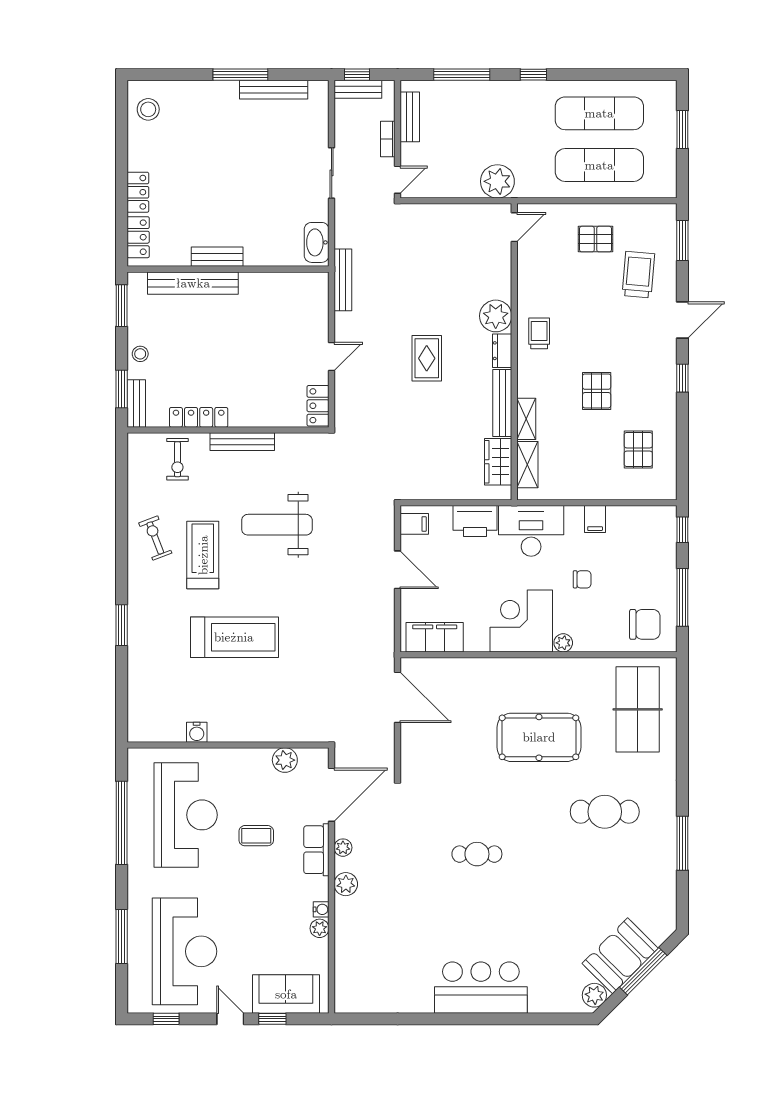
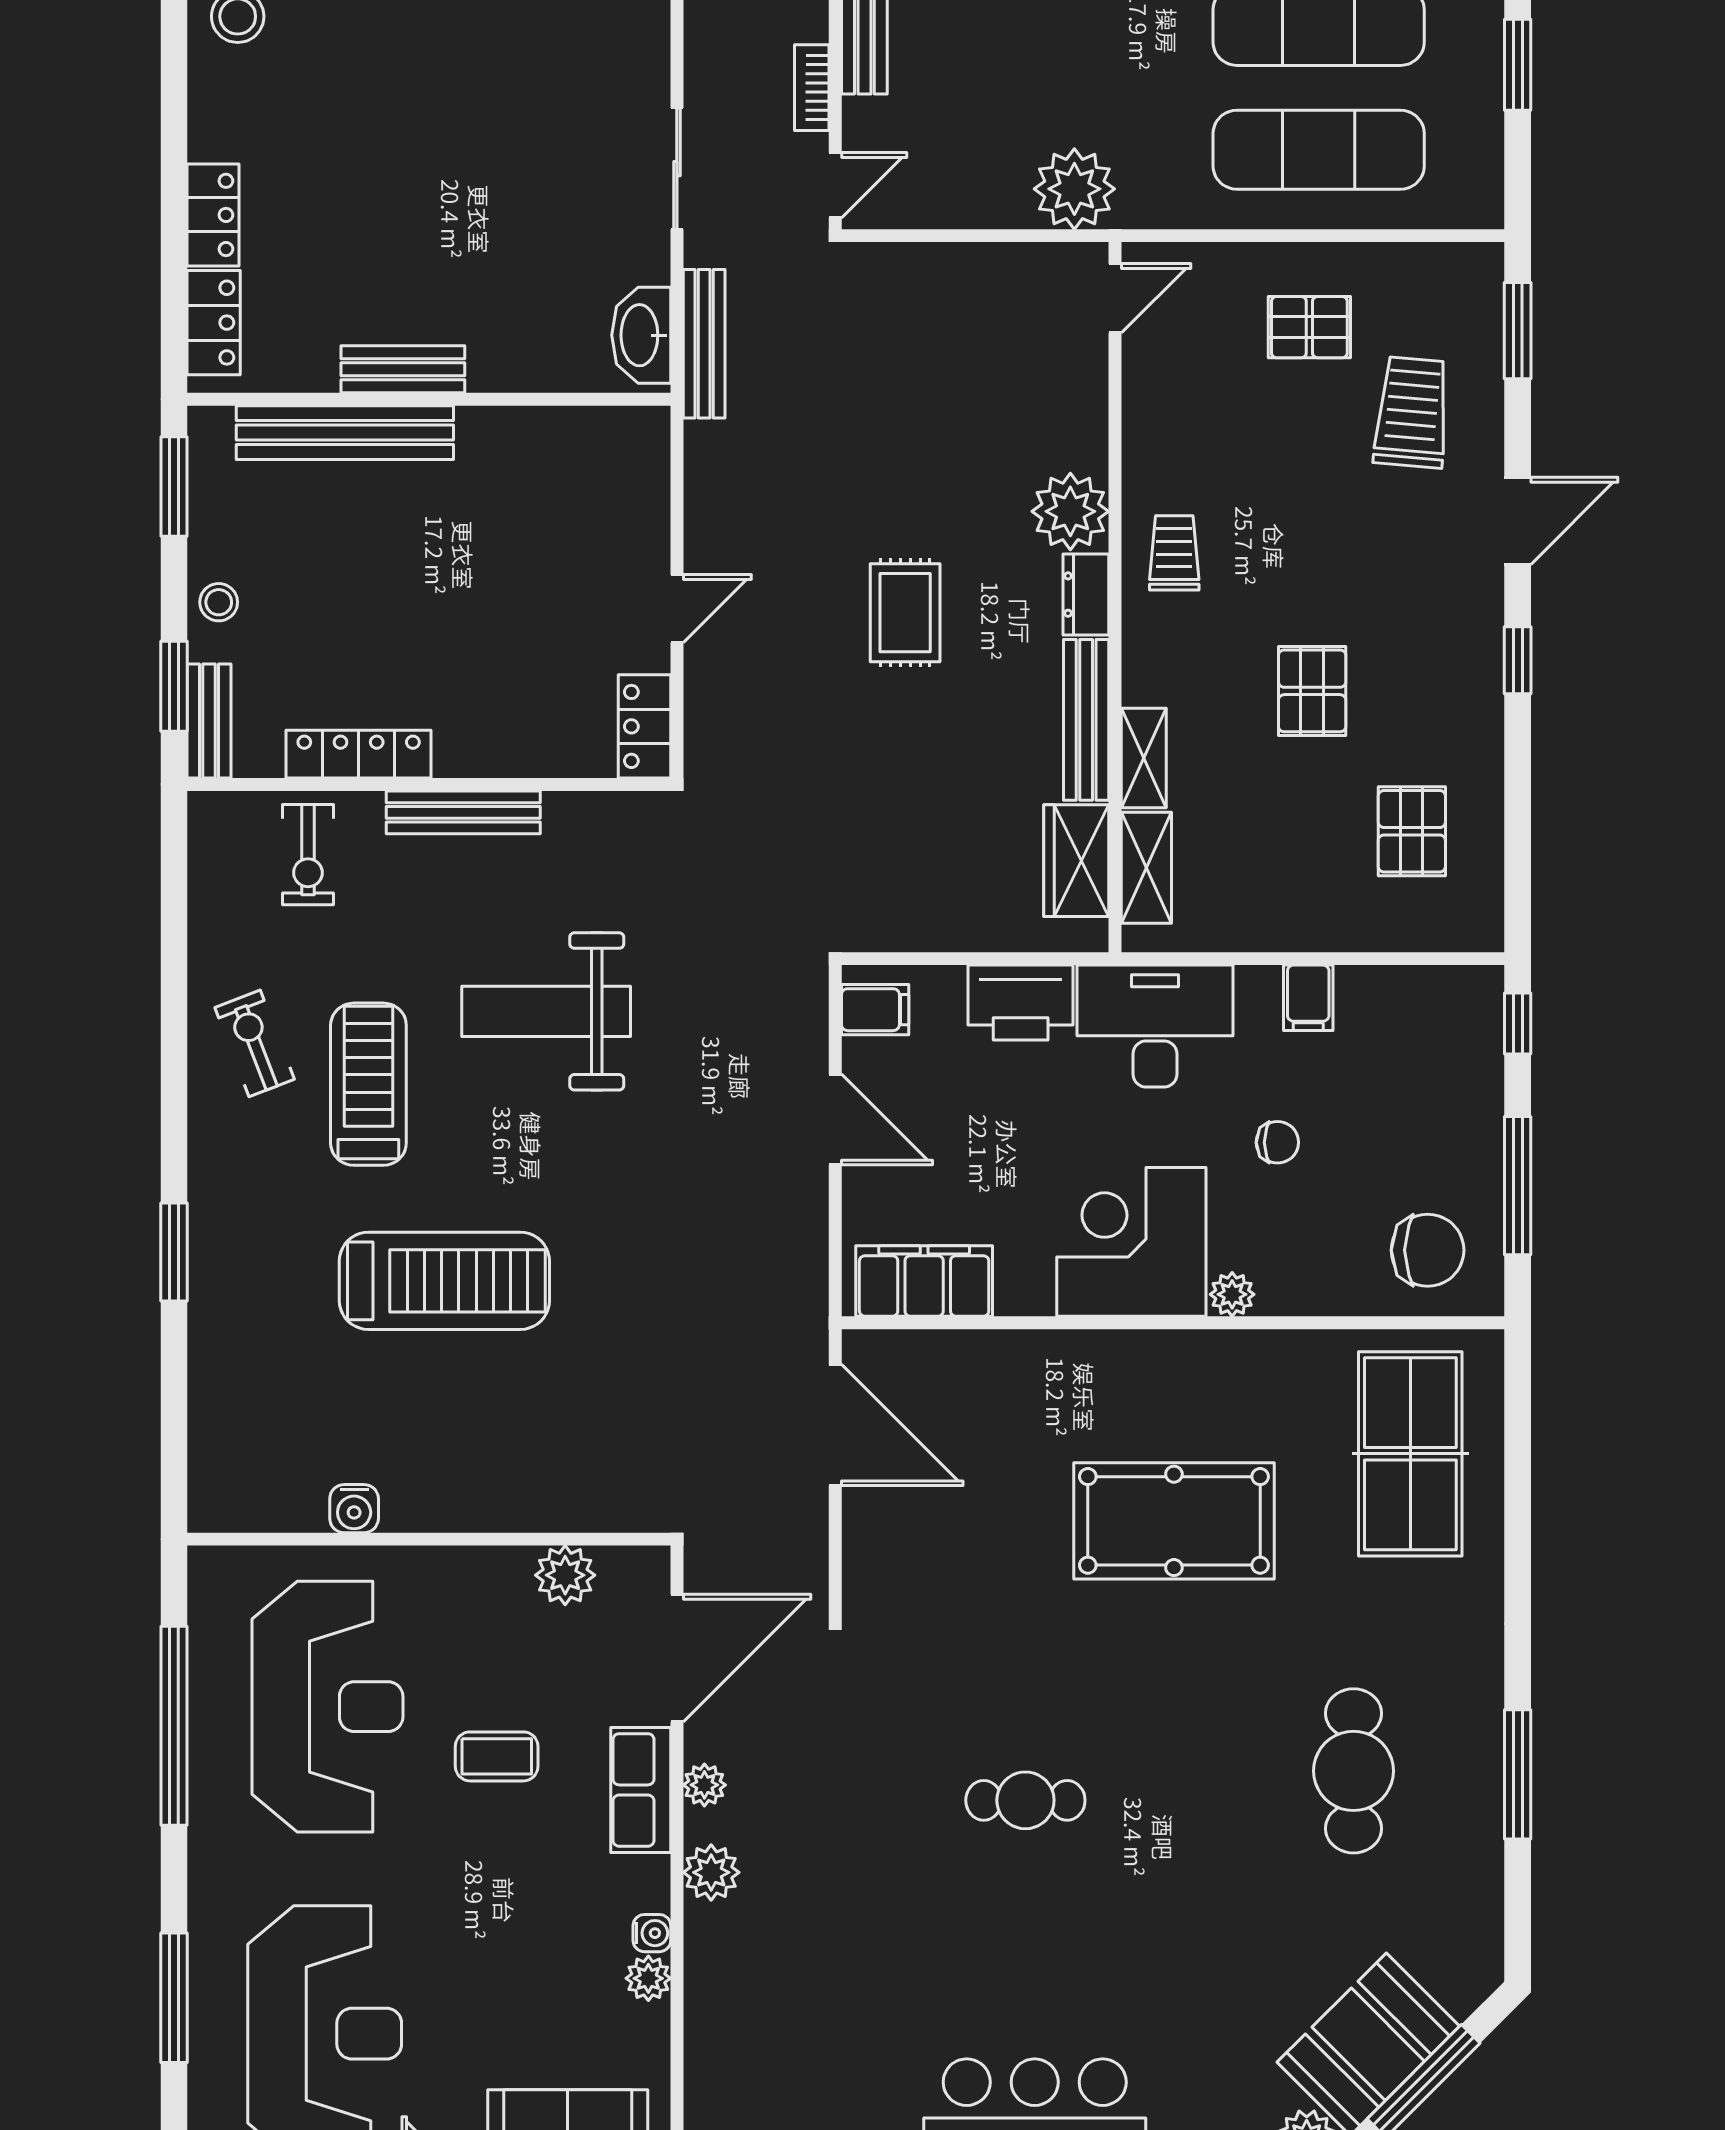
bench: (343, 280) -> (704, 344), moved
cafe table: (605, 812) -> (1354, 1771), moved, turned 90

